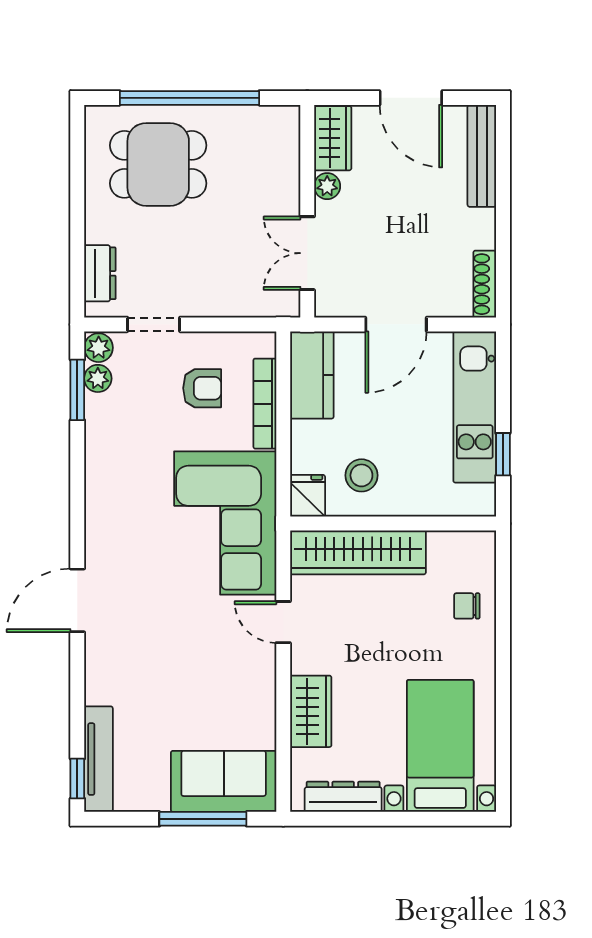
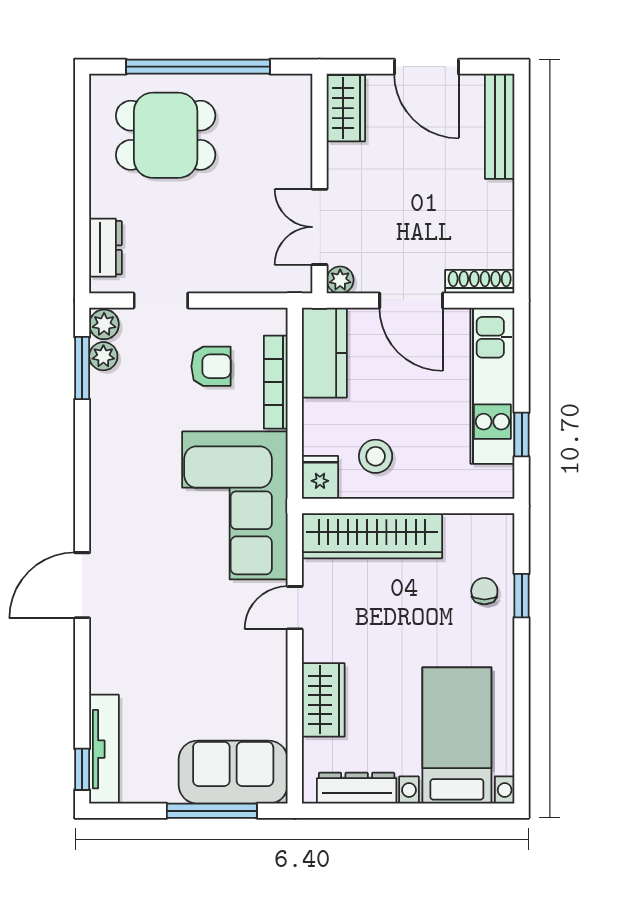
plant: (327, 186) -> (340, 280), moved
shoe rack: (485, 284) -> (480, 282), moved, turned 90
door: (396, 324) -> (411, 300), hinge flipped
chair: (467, 606) -> (484, 591), turned 90
window: (503, 610) -> (522, 596), added
door: (283, 622) -> (295, 608), hinge flipped

